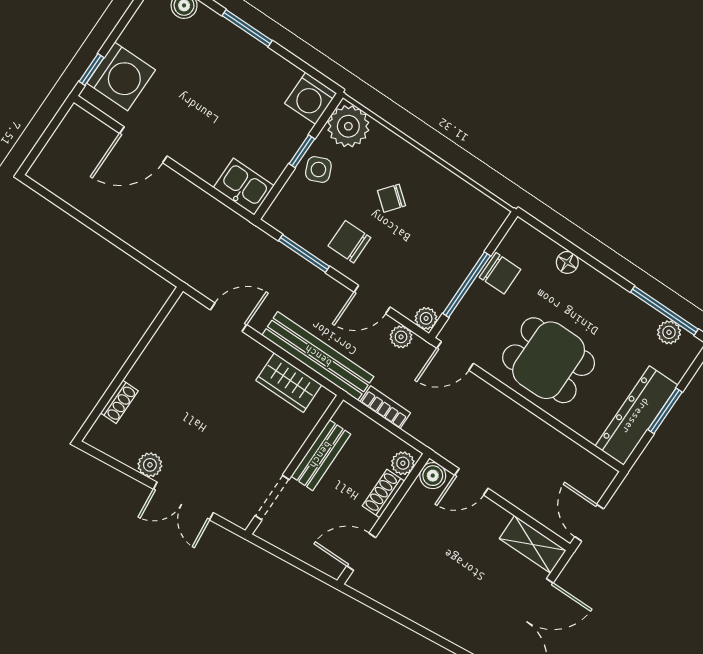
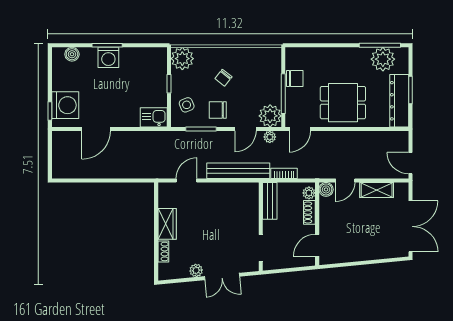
washing machine: (311, 98) -> (108, 57), moved
side table: (318, 169) -> (187, 105), moved
floor lamp: (567, 262) -> (322, 53), removed
plant: (426, 318) -> (270, 116), width x1.87, depth x1.87
plant: (669, 332) -> (383, 59), width x1.87, depth x1.87
wardrobe: (289, 383) -> (167, 224), moved, turned -90
bench: (321, 455) -> (270, 201), moved
shelving: (533, 544) -> (377, 190), moved

